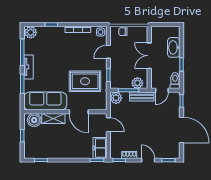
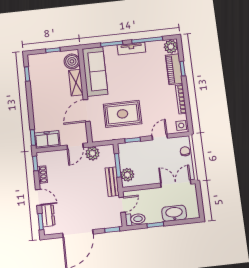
piano: (51, 32) -> (174, 69), added
door: (108, 52) -> (160, 137), hinge flipped
double door: (149, 56) -> (176, 184), moved
rug: (85, 81) -> (122, 114), turned 90
door: (162, 90) -> (122, 205), swing flipped
plant: (116, 98) -> (92, 153), moved
dresser: (164, 153) -> (48, 216), added
door: (148, 160) -> (38, 197), hinge flipped

